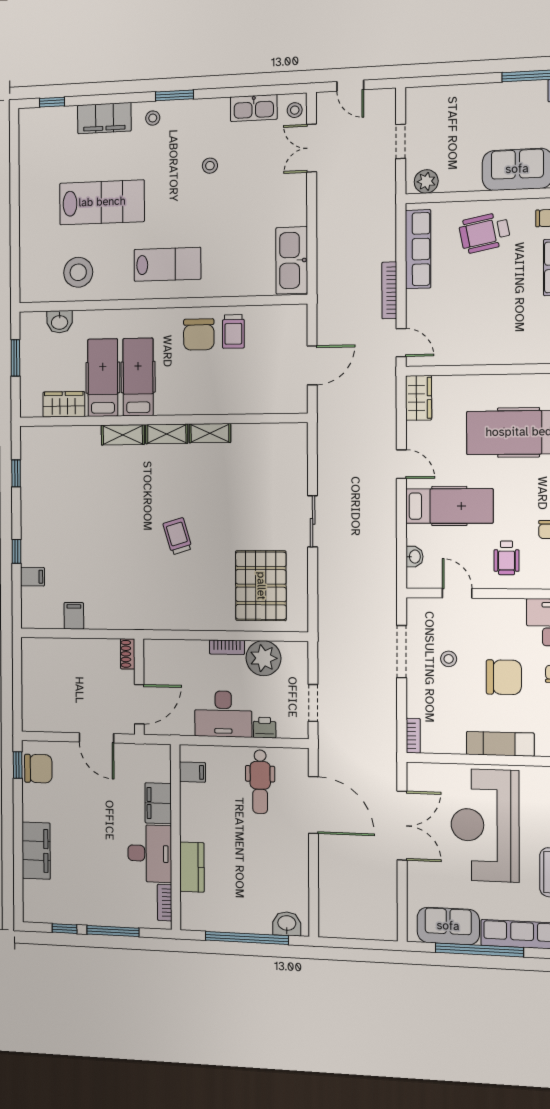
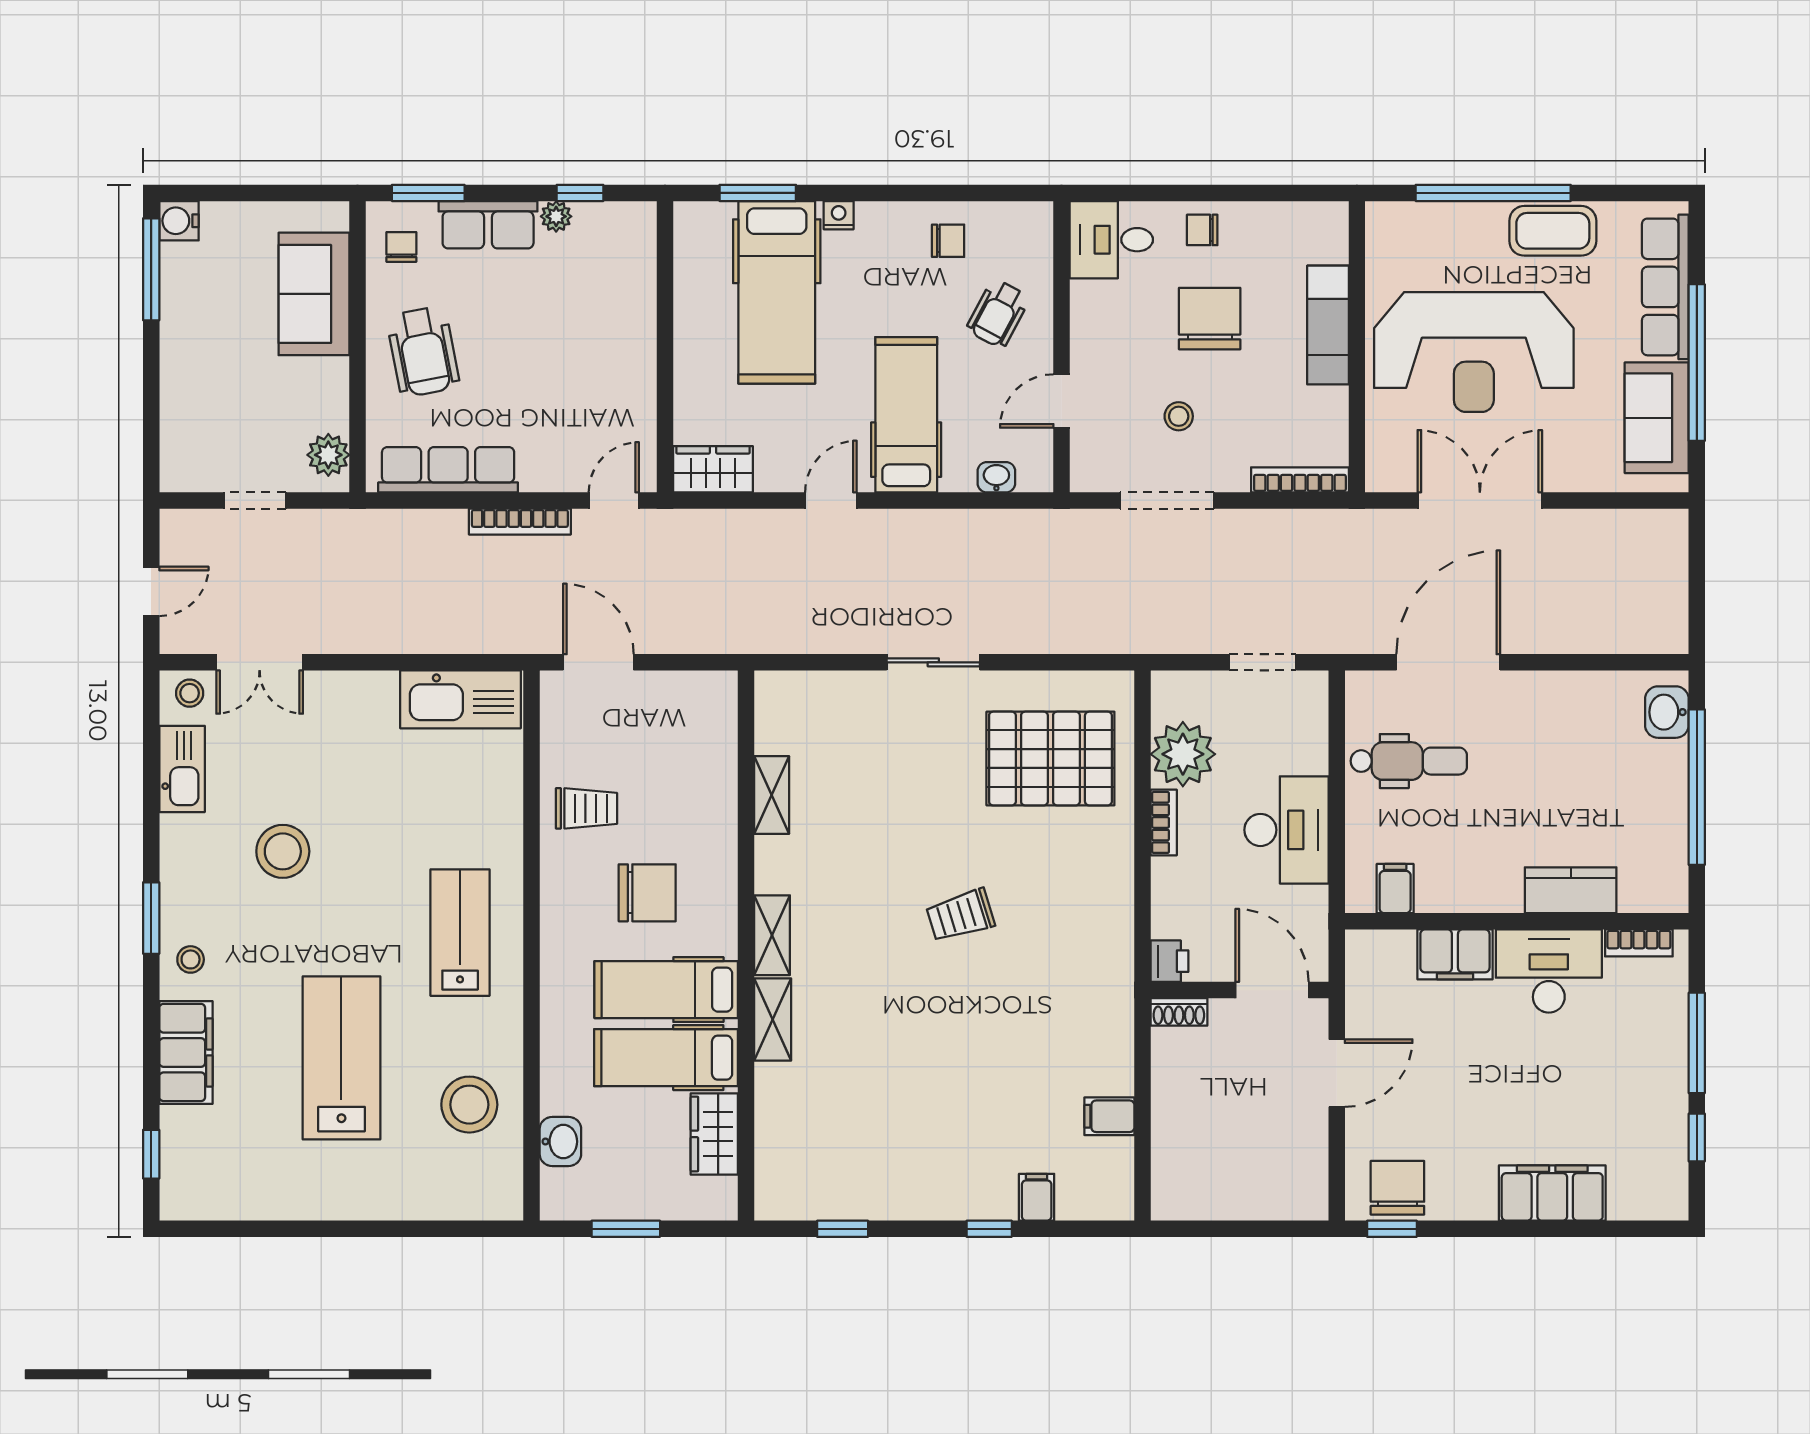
stool: (210, 166) -> (283, 851), width x1.89, depth x1.89
chair: (199, 334) -> (647, 893), moved
door: (312, 365) -> (598, 662), moved
shelving: (210, 433) -> (772, 795), moved
wheelchair: (507, 558) -> (998, 314), turned 118
printer: (265, 728) -> (1169, 961), moved, turned 180
bookcase: (413, 736) -> (1300, 480), width x1.56

